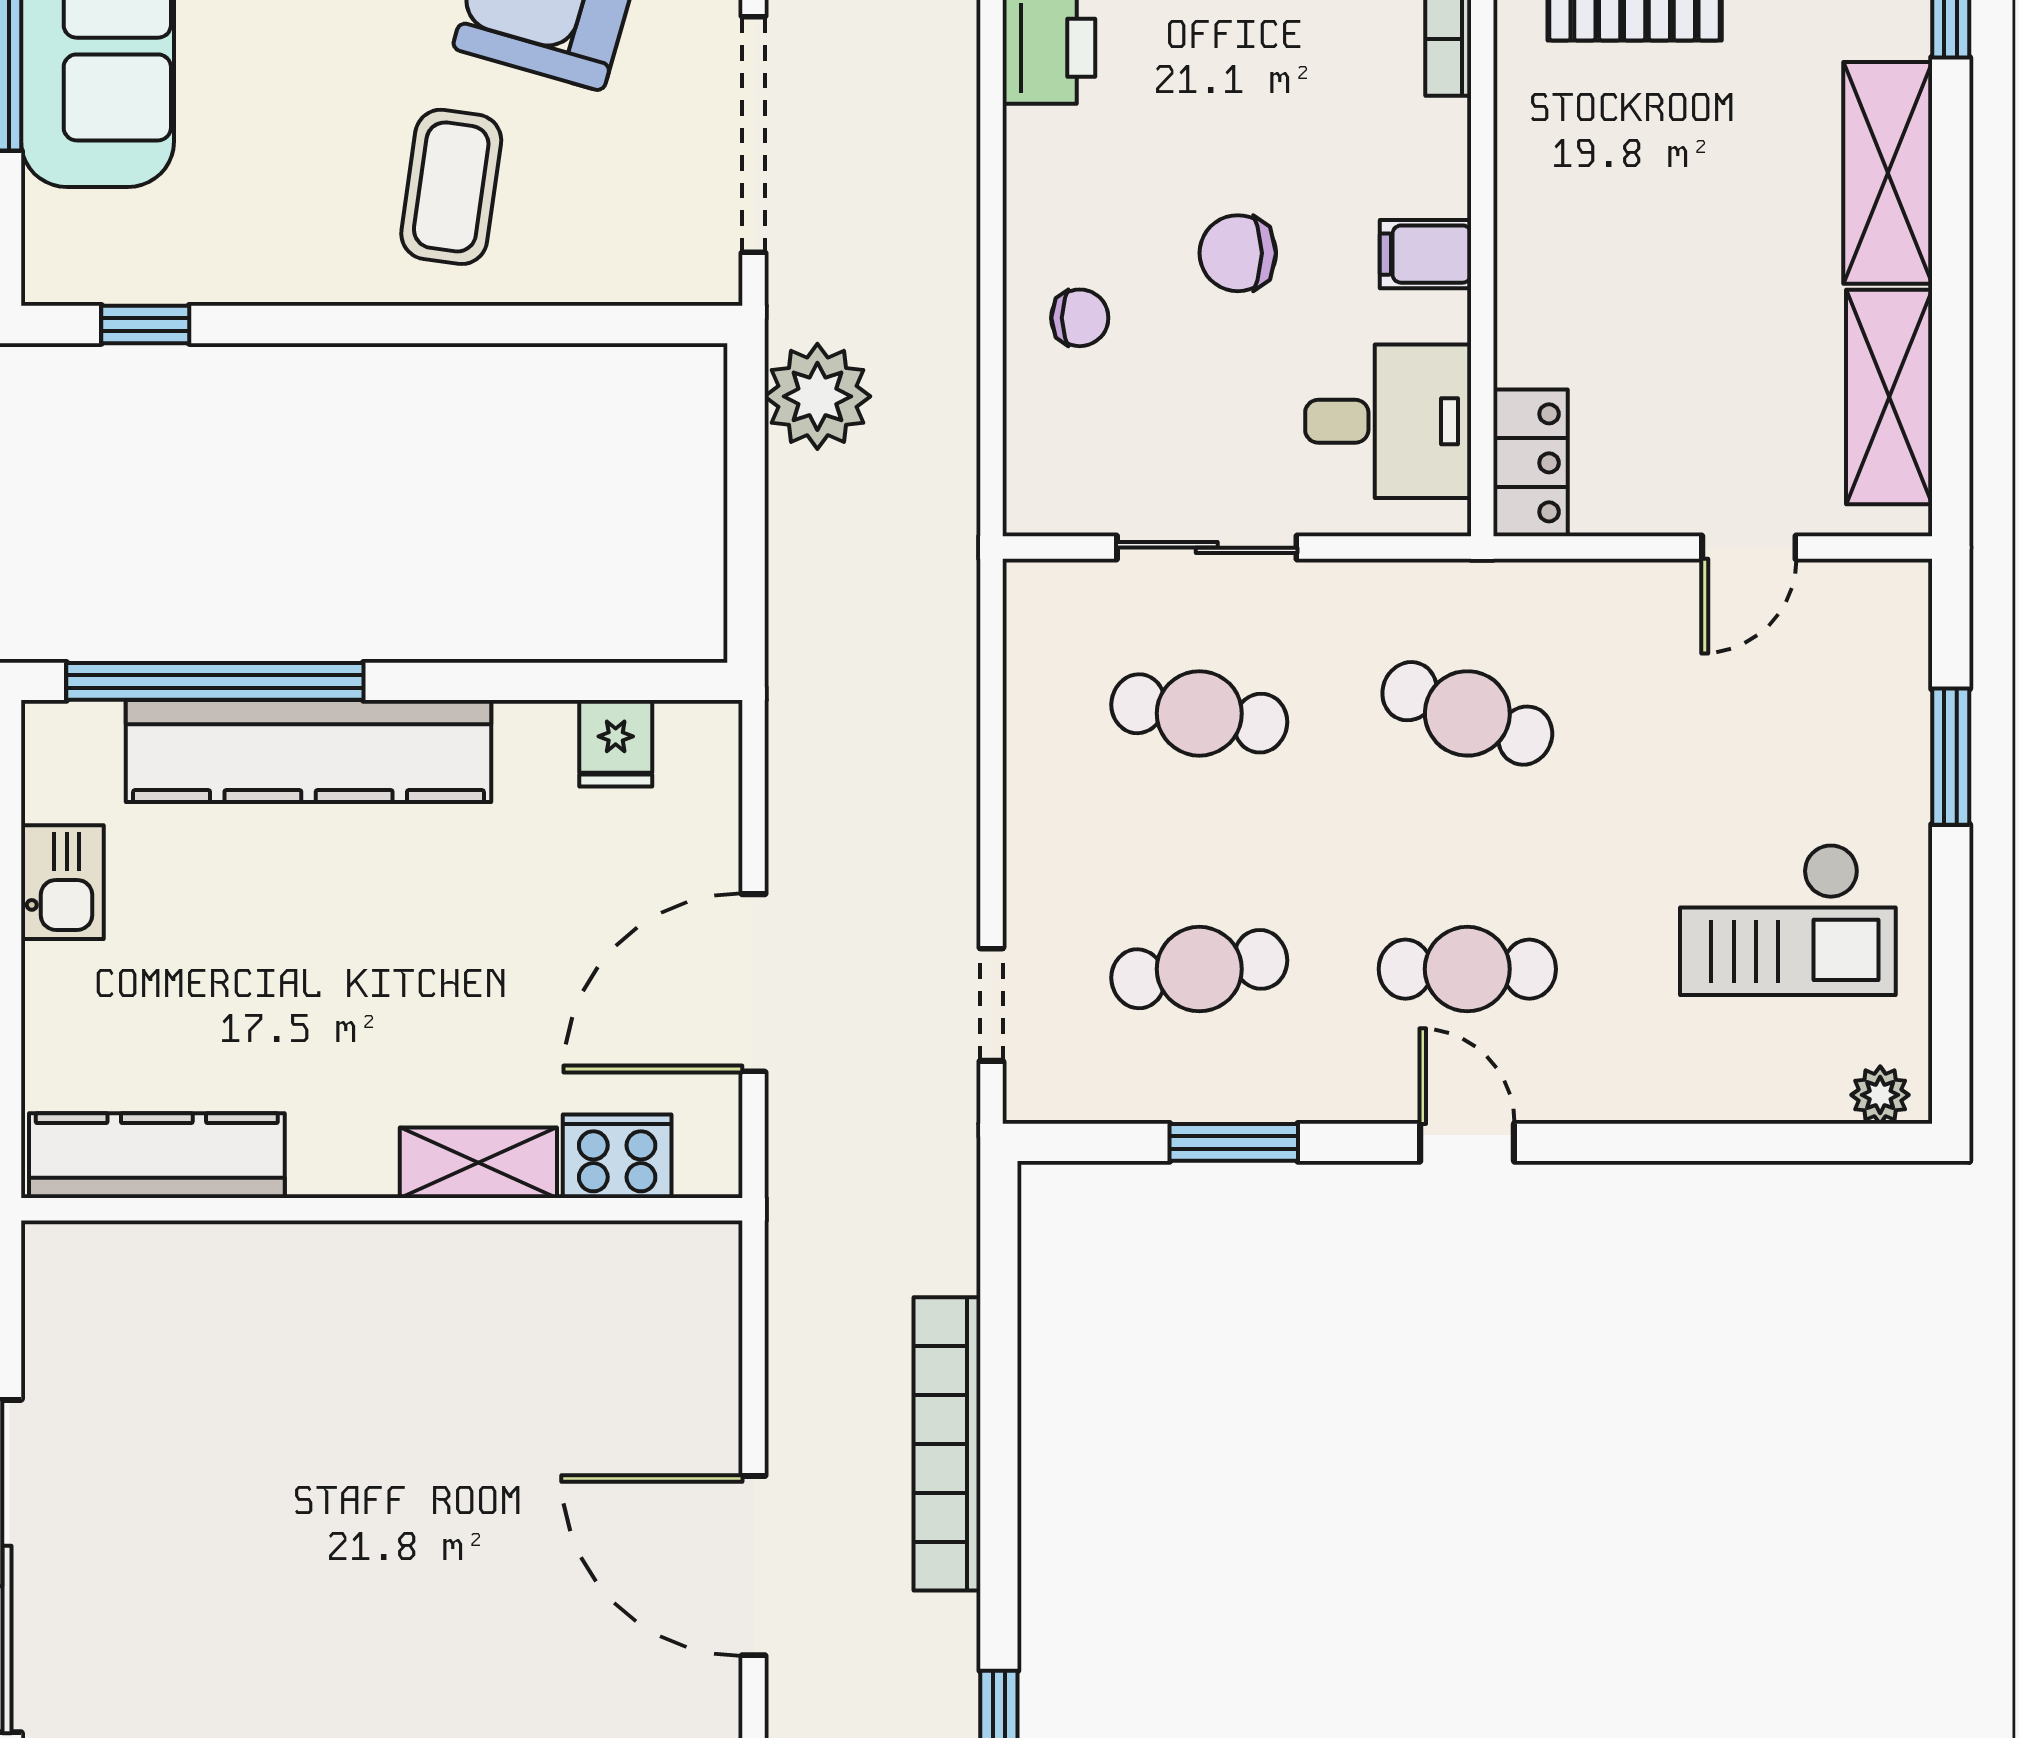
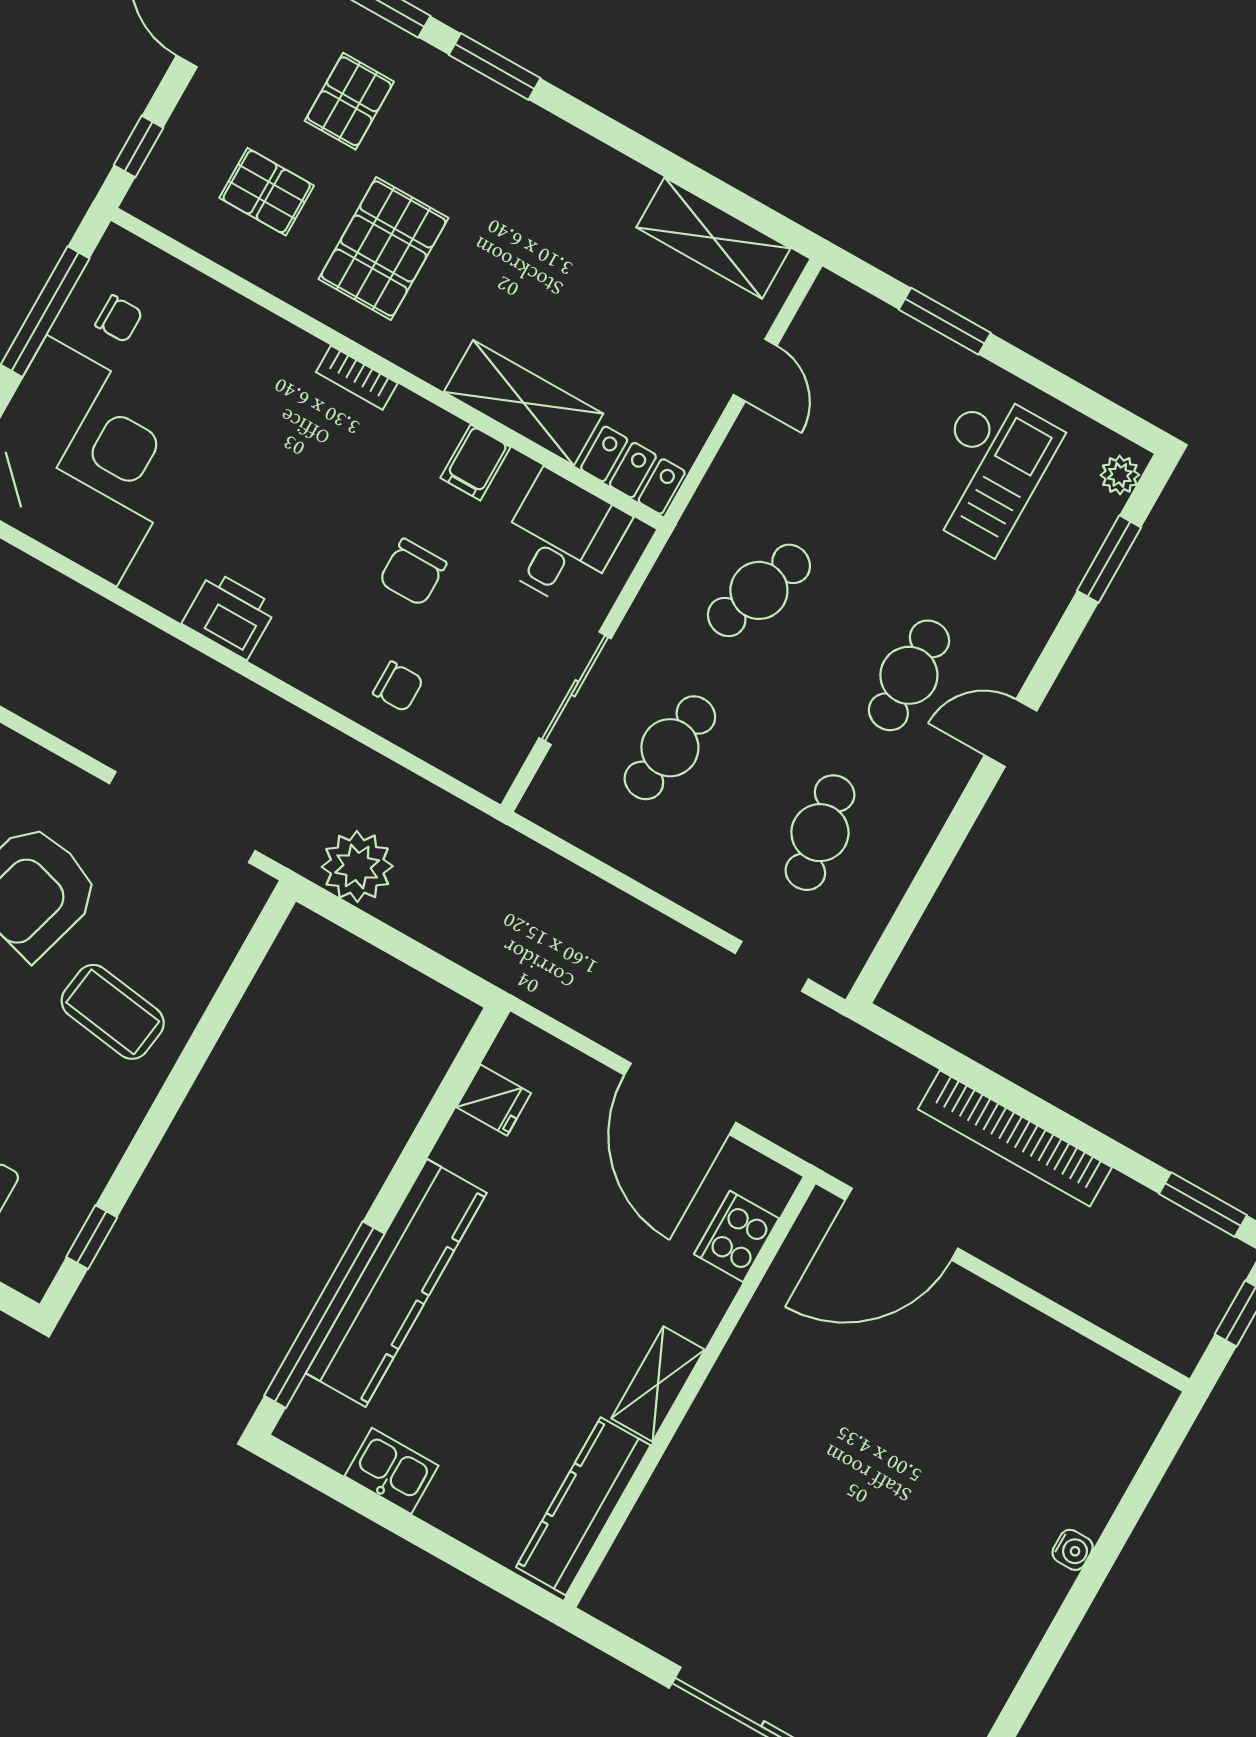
shelving: (1888, 173) -> (524, 403), moved
chair: (1080, 318) -> (398, 687), turned 90
window: (1234, 1142) -> (1109, 559), moved
shelving: (478, 1163) -> (658, 1384), moved
door: (753, 1566) -> (902, 1224), moved

